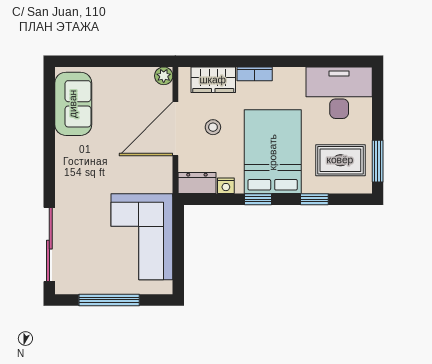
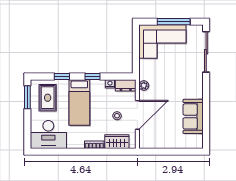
plant: (164, 76) -> (144, 85), moved
sofa: (73, 104) -> (193, 116), moved
bed: (273, 152) -> (79, 102), width x0.67
rug: (340, 160) -> (48, 98), turned 90
corner sofa: (142, 237) -> (162, 42), moved, turned 90

